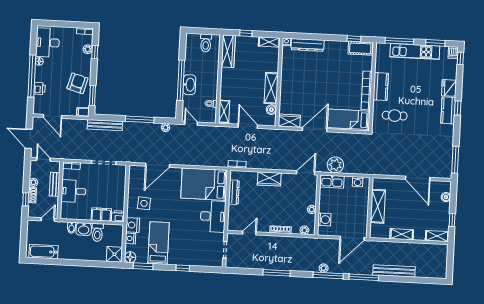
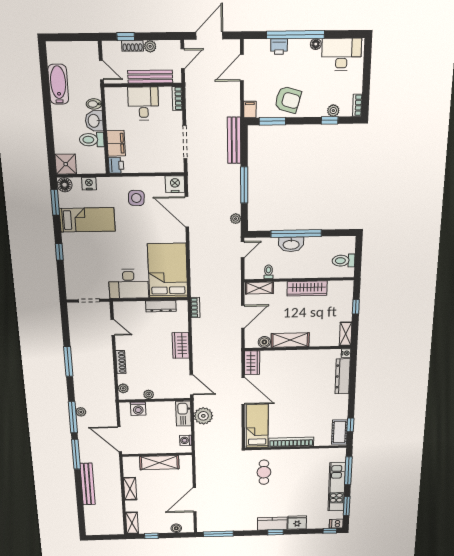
wardrobe: (228, 51) -> (307, 288), moved
kitchen counter: (381, 87) -> (296, 456), removed
bench: (55, 184) -> (150, 77), width x1.36
nightstand: (133, 225) -> (175, 184), moved
bathtub: (44, 252) -> (58, 84), moved

